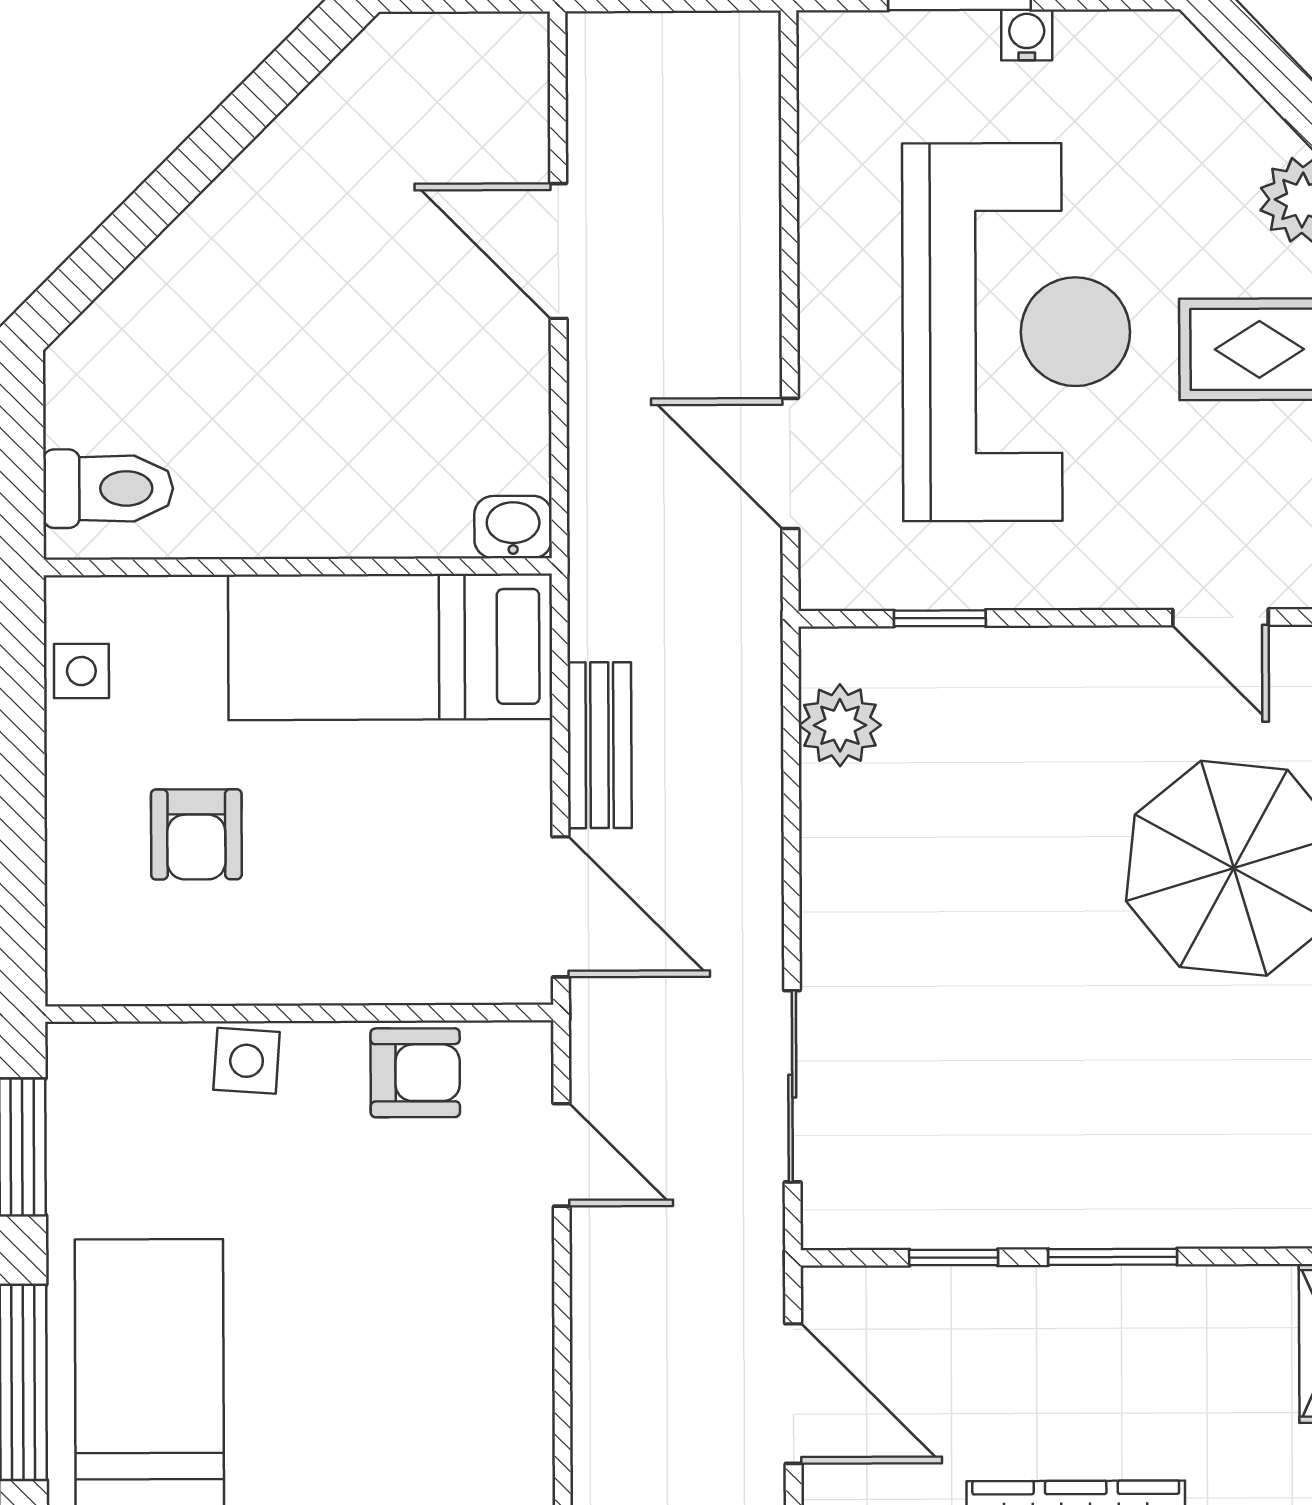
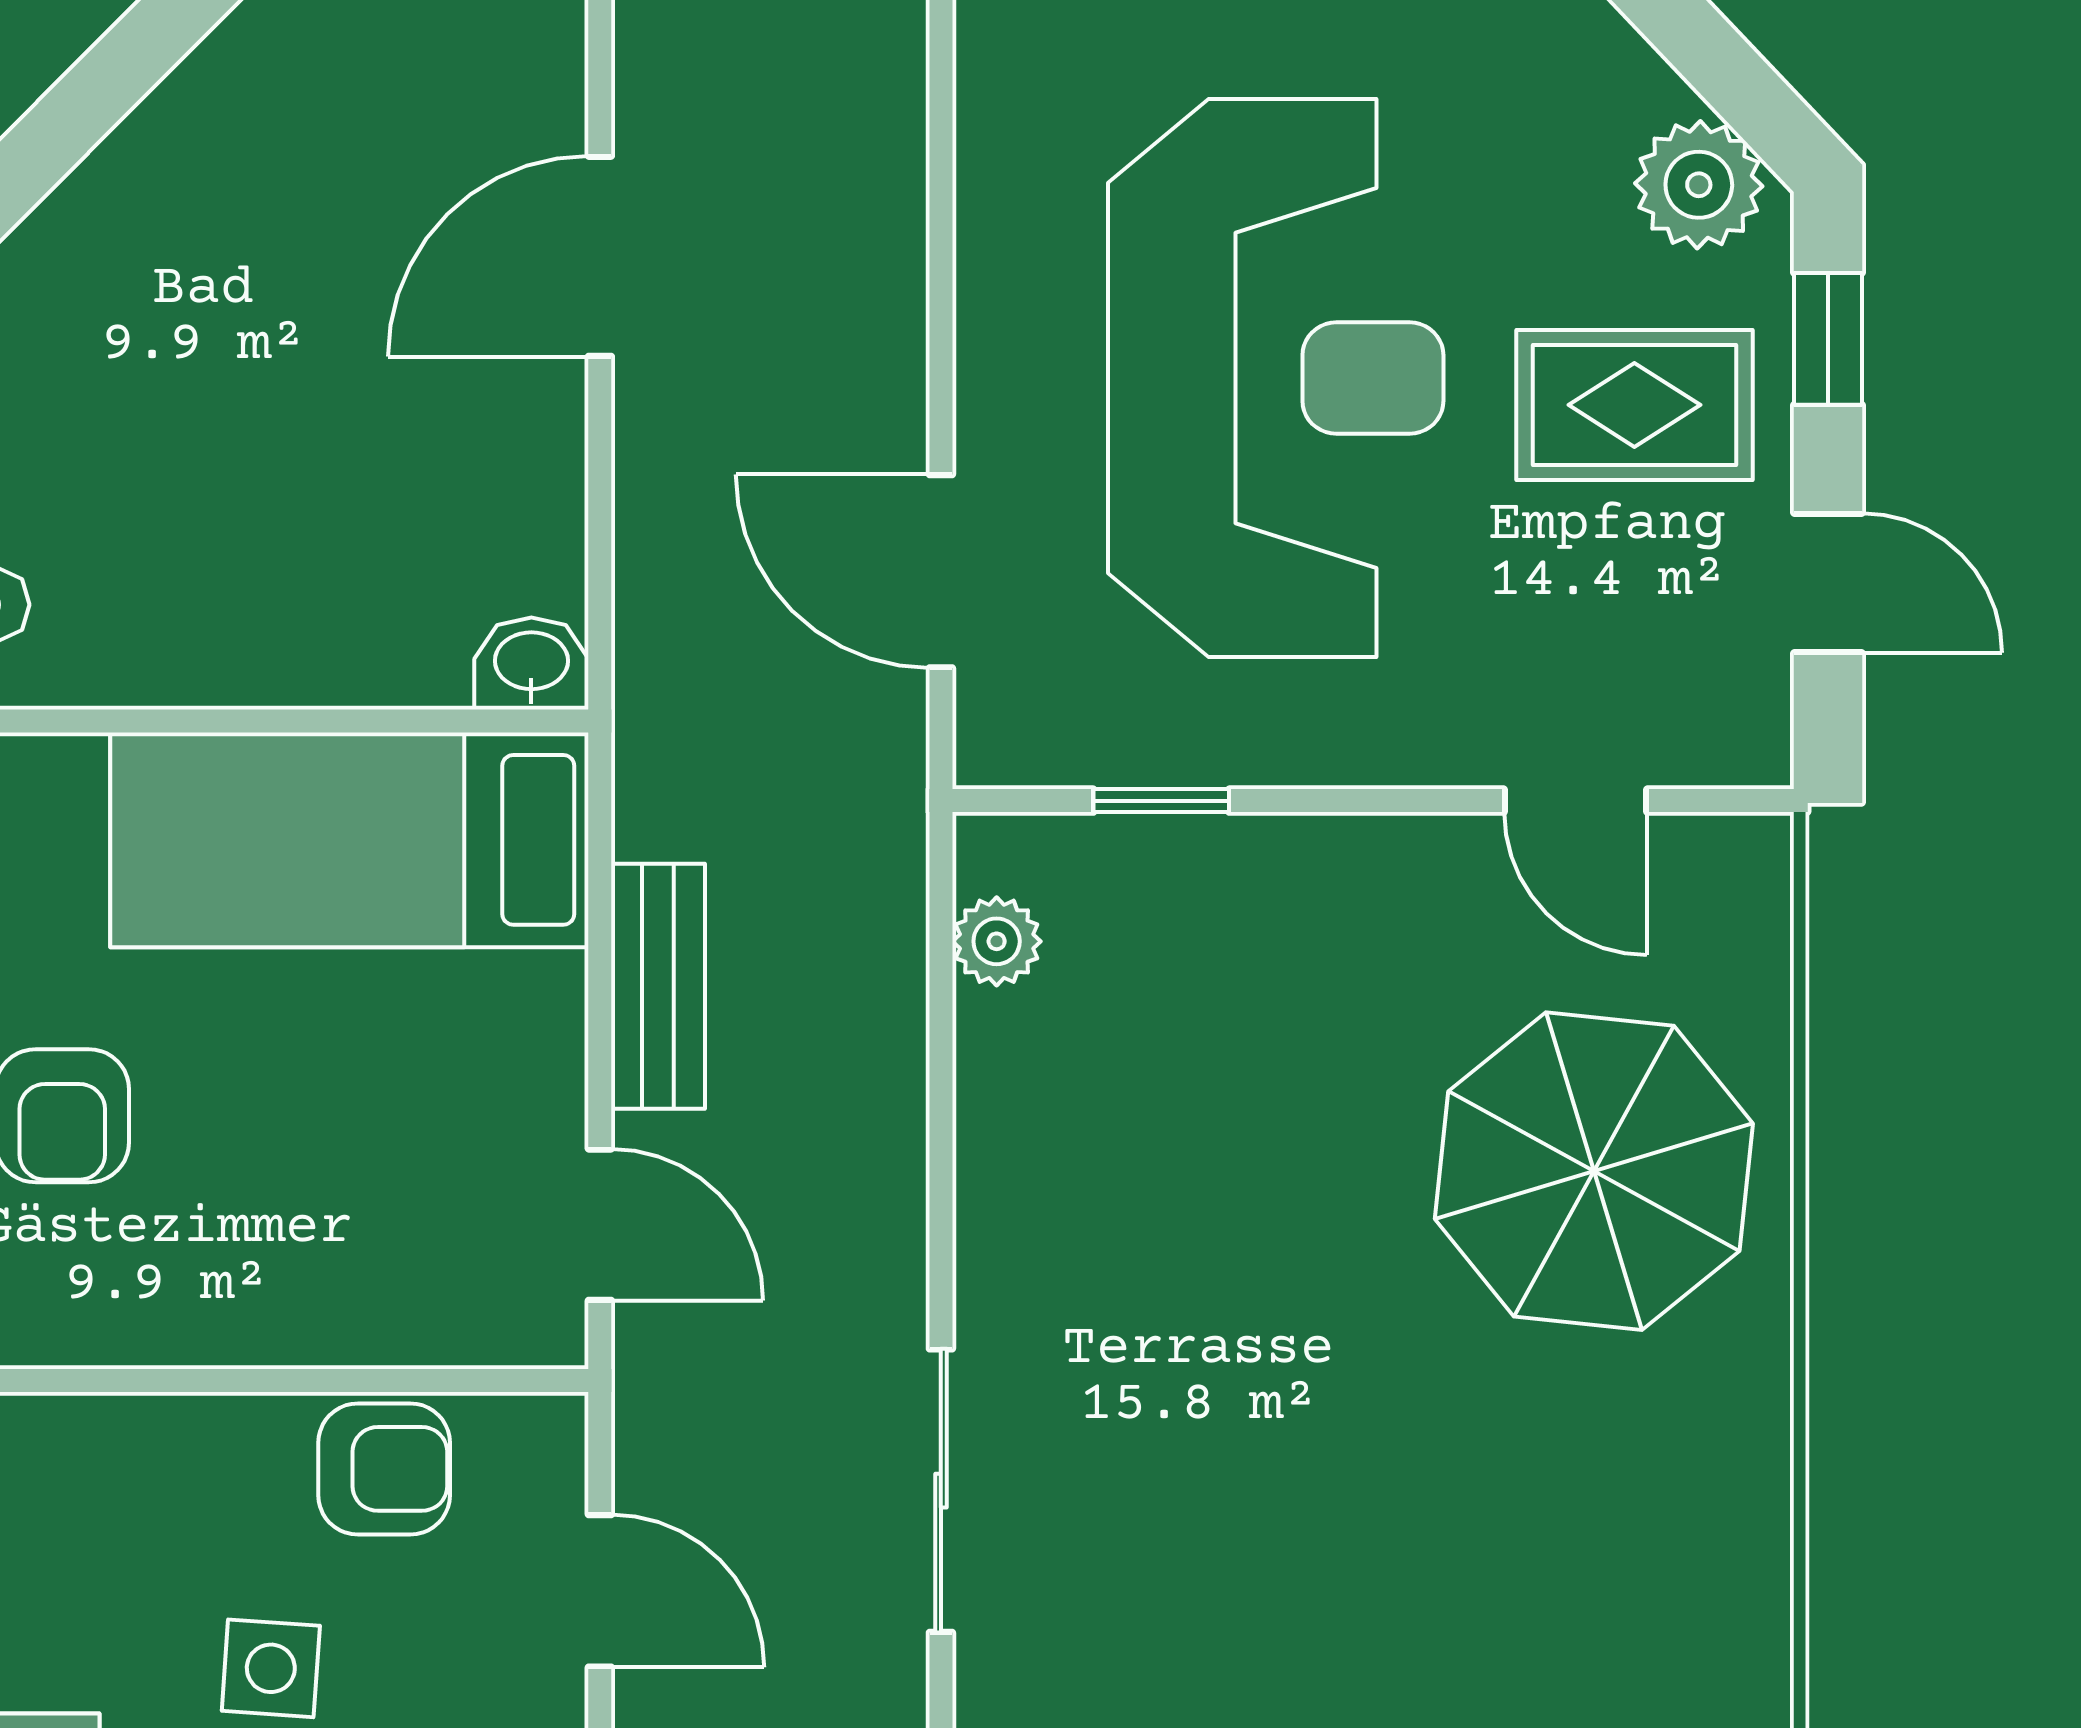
door: (558, 251) -> (600, 256), hinge flipped
plant: (840, 725) -> (997, 941), width x0.73, depth x0.73
door: (561, 907) -> (600, 1225), width x0.73
side table: (247, 1061) -> (271, 1668), moved

